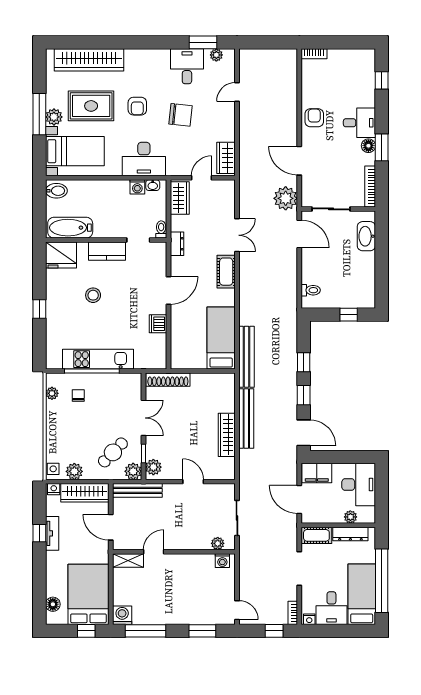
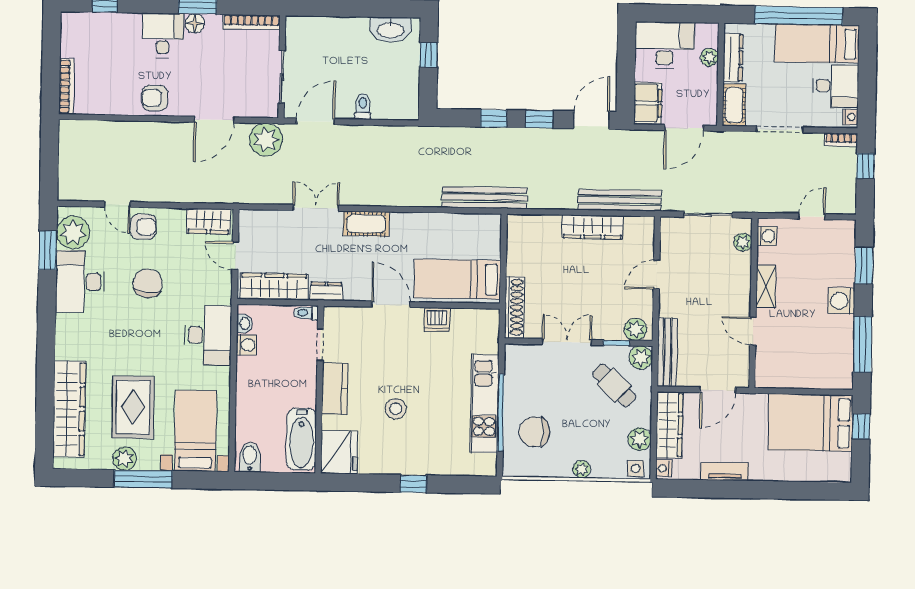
bookcase: (314, 54) -> (66, 87), width x1.56
plant: (216, 55) -> (73, 232), width x1.88, depth x1.88
desk: (187, 66) -> (80, 282), width x1.37
armchair: (137, 106) -> (143, 227), moved
plant: (54, 117) -> (125, 458), moved
wardrobe: (180, 198) -> (274, 287), width x1.50
washbasin: (366, 236) -> (390, 30), moved
toilet: (311, 290) -> (363, 106), moved
bed: (221, 338) -> (457, 279), moved
plant: (52, 393) -> (582, 469), moved
chair: (78, 396) -> (534, 432), width x1.87, depth x1.87
bench: (246, 419) -> (620, 200), moved
window: (39, 533) -> (724, 489), removed
shelving: (128, 561) -> (766, 286), moved
floor lamp: (53, 604) -> (823, 472), removed
door: (237, 610) -> (812, 217), moved
washing machine: (122, 615) -> (841, 301), moved

